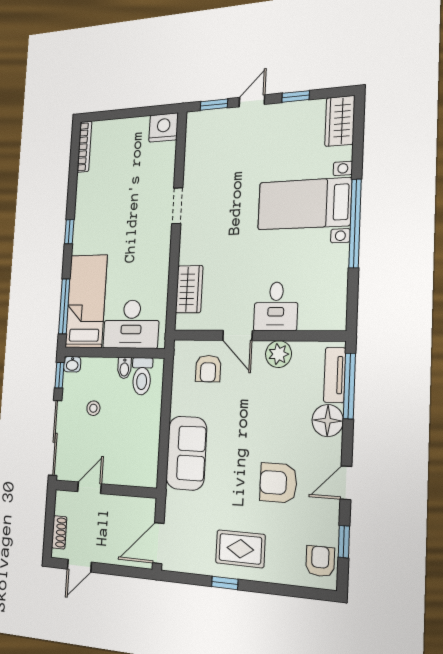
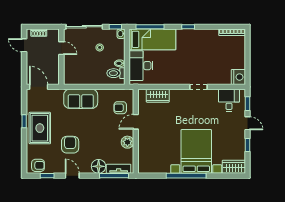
bed with nightstands: (304, 204) -> (196, 151), width x1.36
desk: (276, 306) -> (229, 100), moved, turned 90
rug: (240, 549) -> (40, 128), width x1.36, depth x1.43

